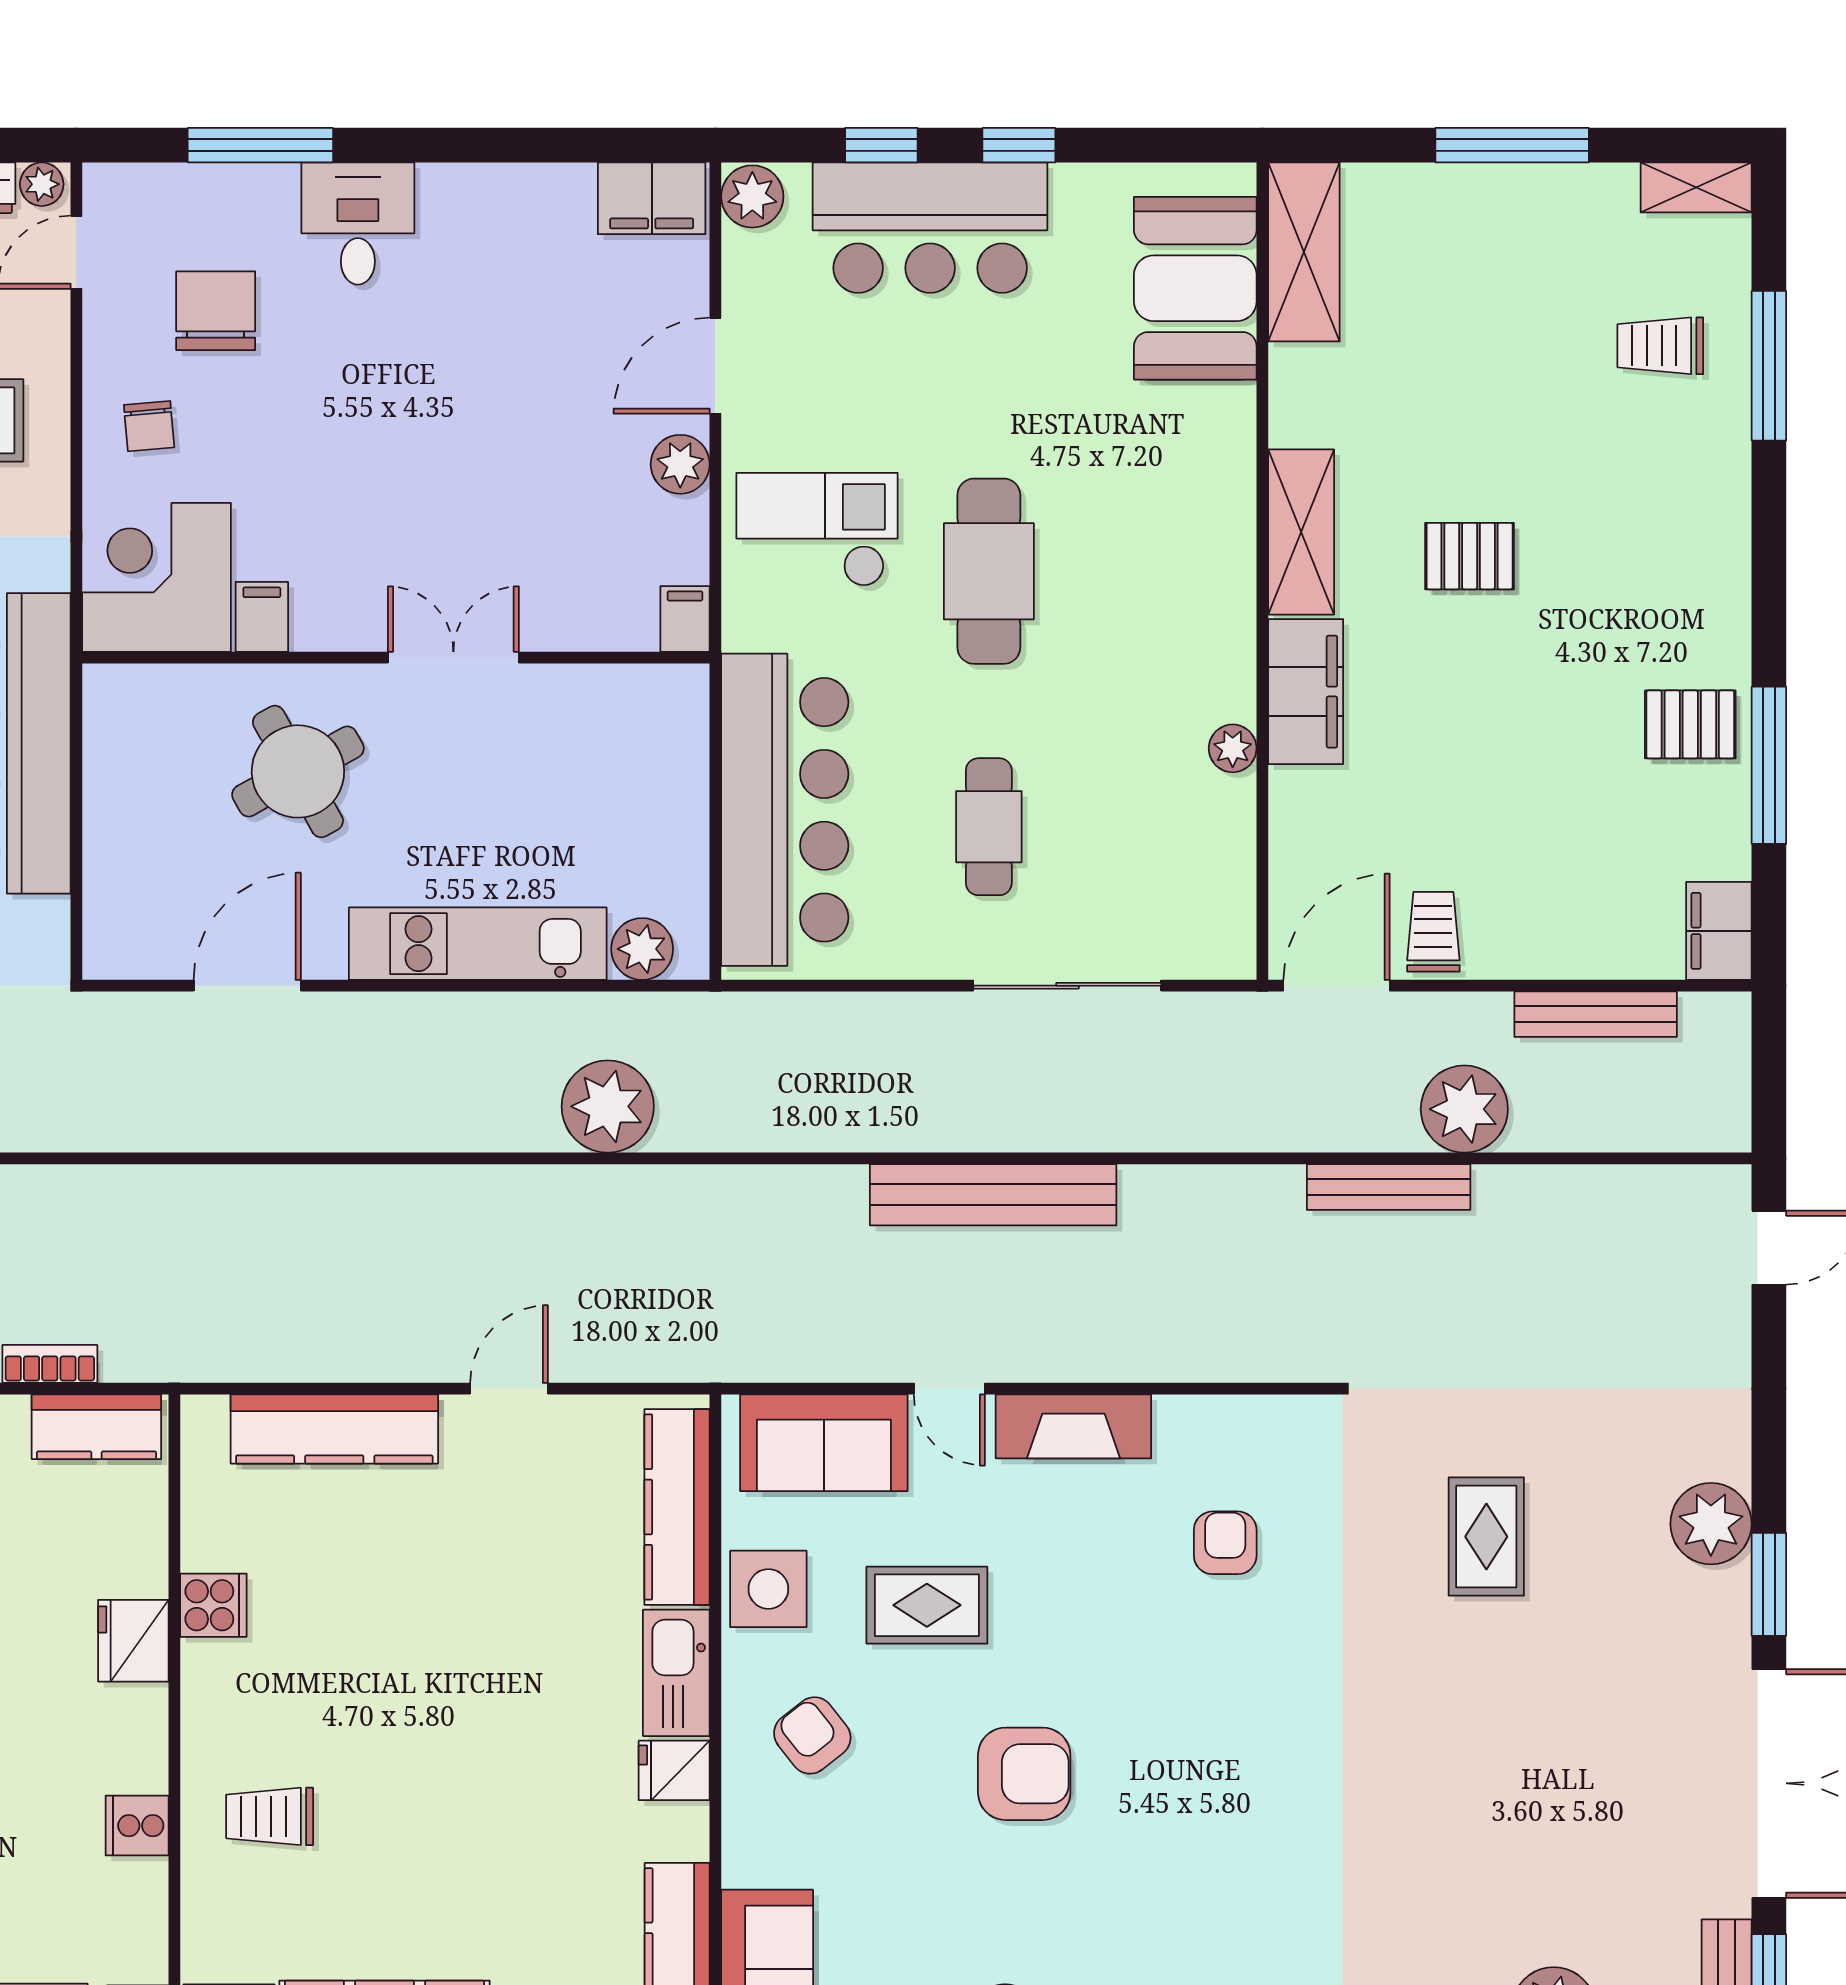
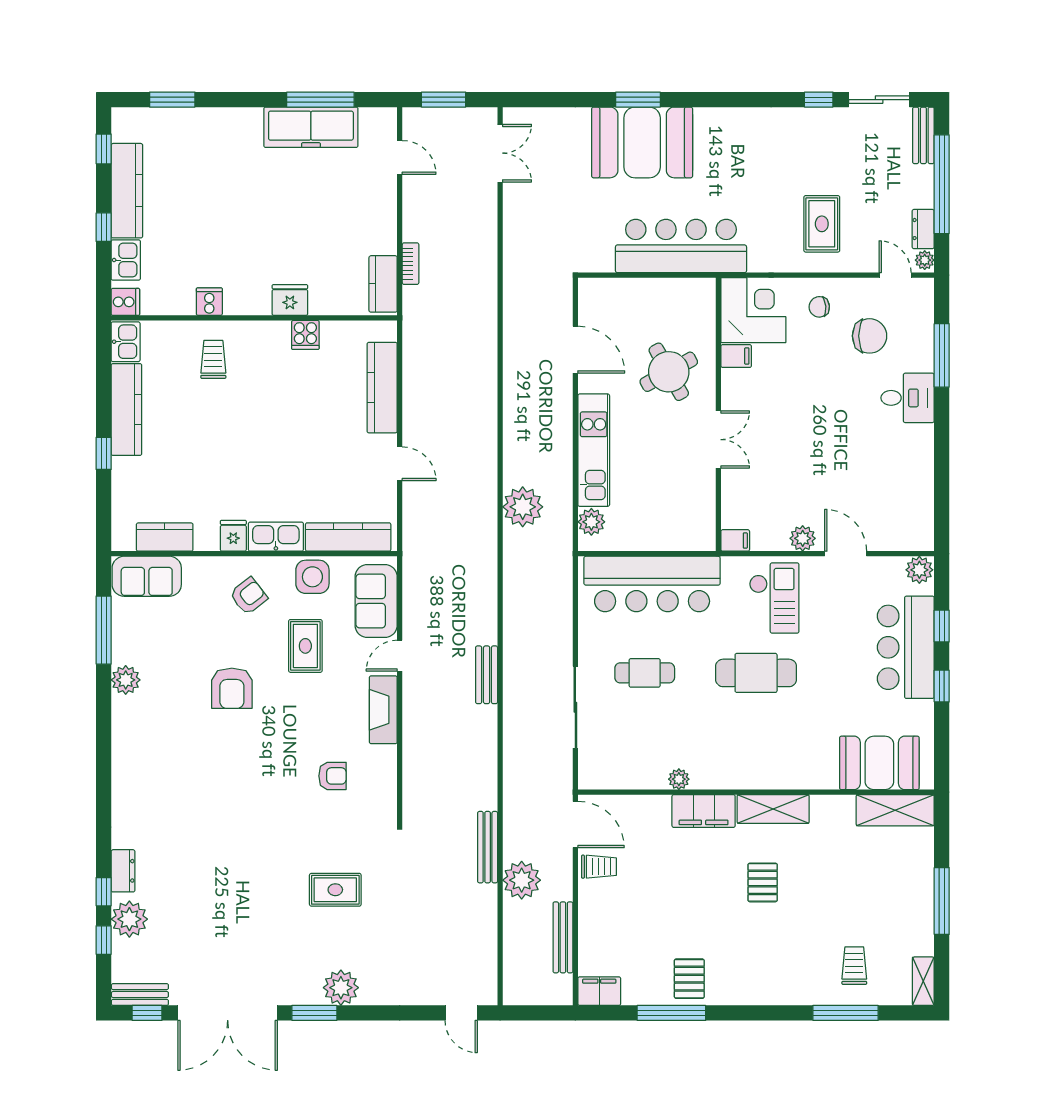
filing cabinet: (652, 198) -> (919, 526), removed
bench: (993, 1195) -> (487, 675), width x0.54, depth x0.82

